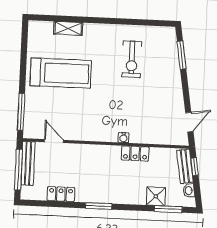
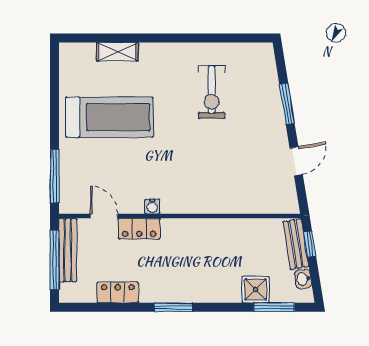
window: (182, 55) -> (287, 104), moved
door: (189, 122) -> (296, 161), moved
water cooler: (123, 138) -> (152, 206), moved
locker: (135, 153) -> (139, 229), moved

